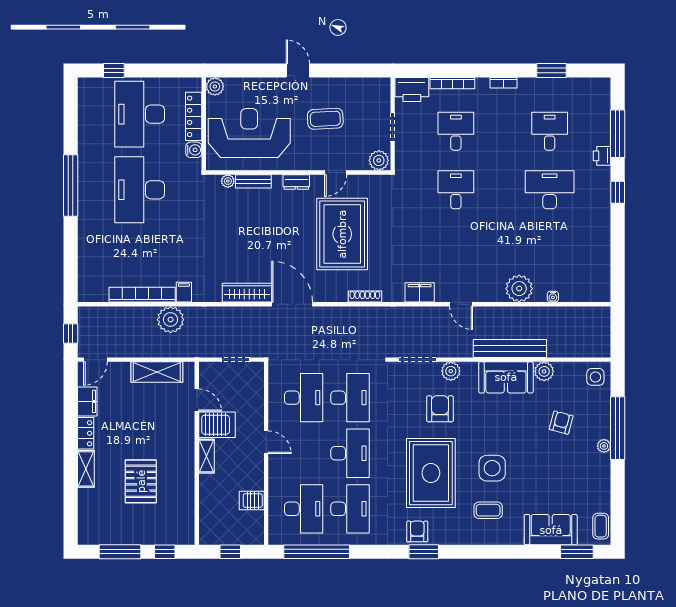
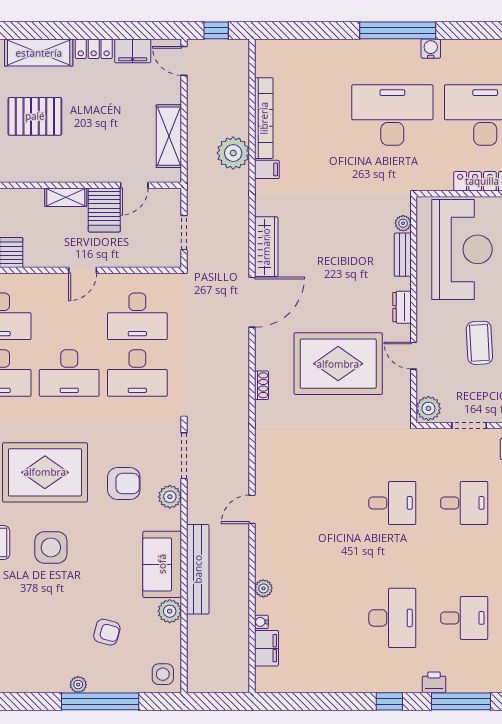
water cooler: (194, 150) -> (431, 49), moved, turned 180
plant: (519, 289) -> (263, 588), width x0.53, depth x0.53
filing cabinet: (420, 292) -> (266, 648), moved
shoe rack: (365, 296) -> (262, 385), width x0.70
shelving: (86, 469) -> (39, 53), width x1.50, depth x1.33

